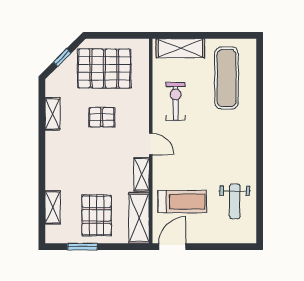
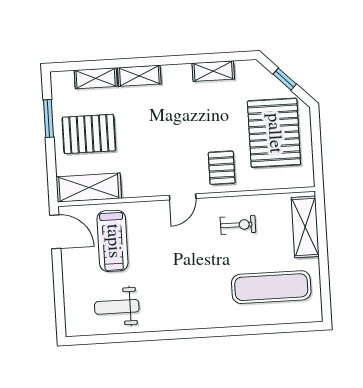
exercise bike: (176, 101) -> (238, 225), width x0.73, depth x0.72
pallet: (102, 117) -> (222, 168), moved
shelving: (142, 174) -> (139, 76), moved

